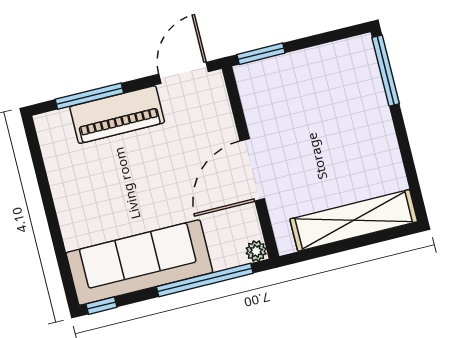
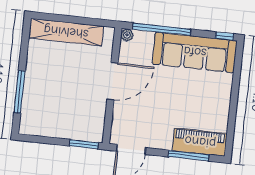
window: (386, 71) -> (20, 92), moved
piano: (117, 115) -> (200, 142), moved

